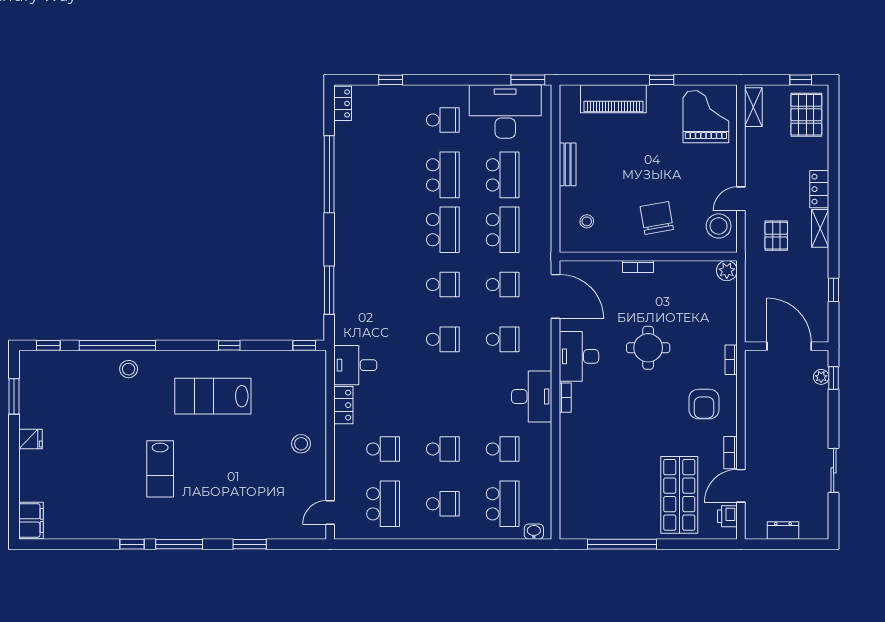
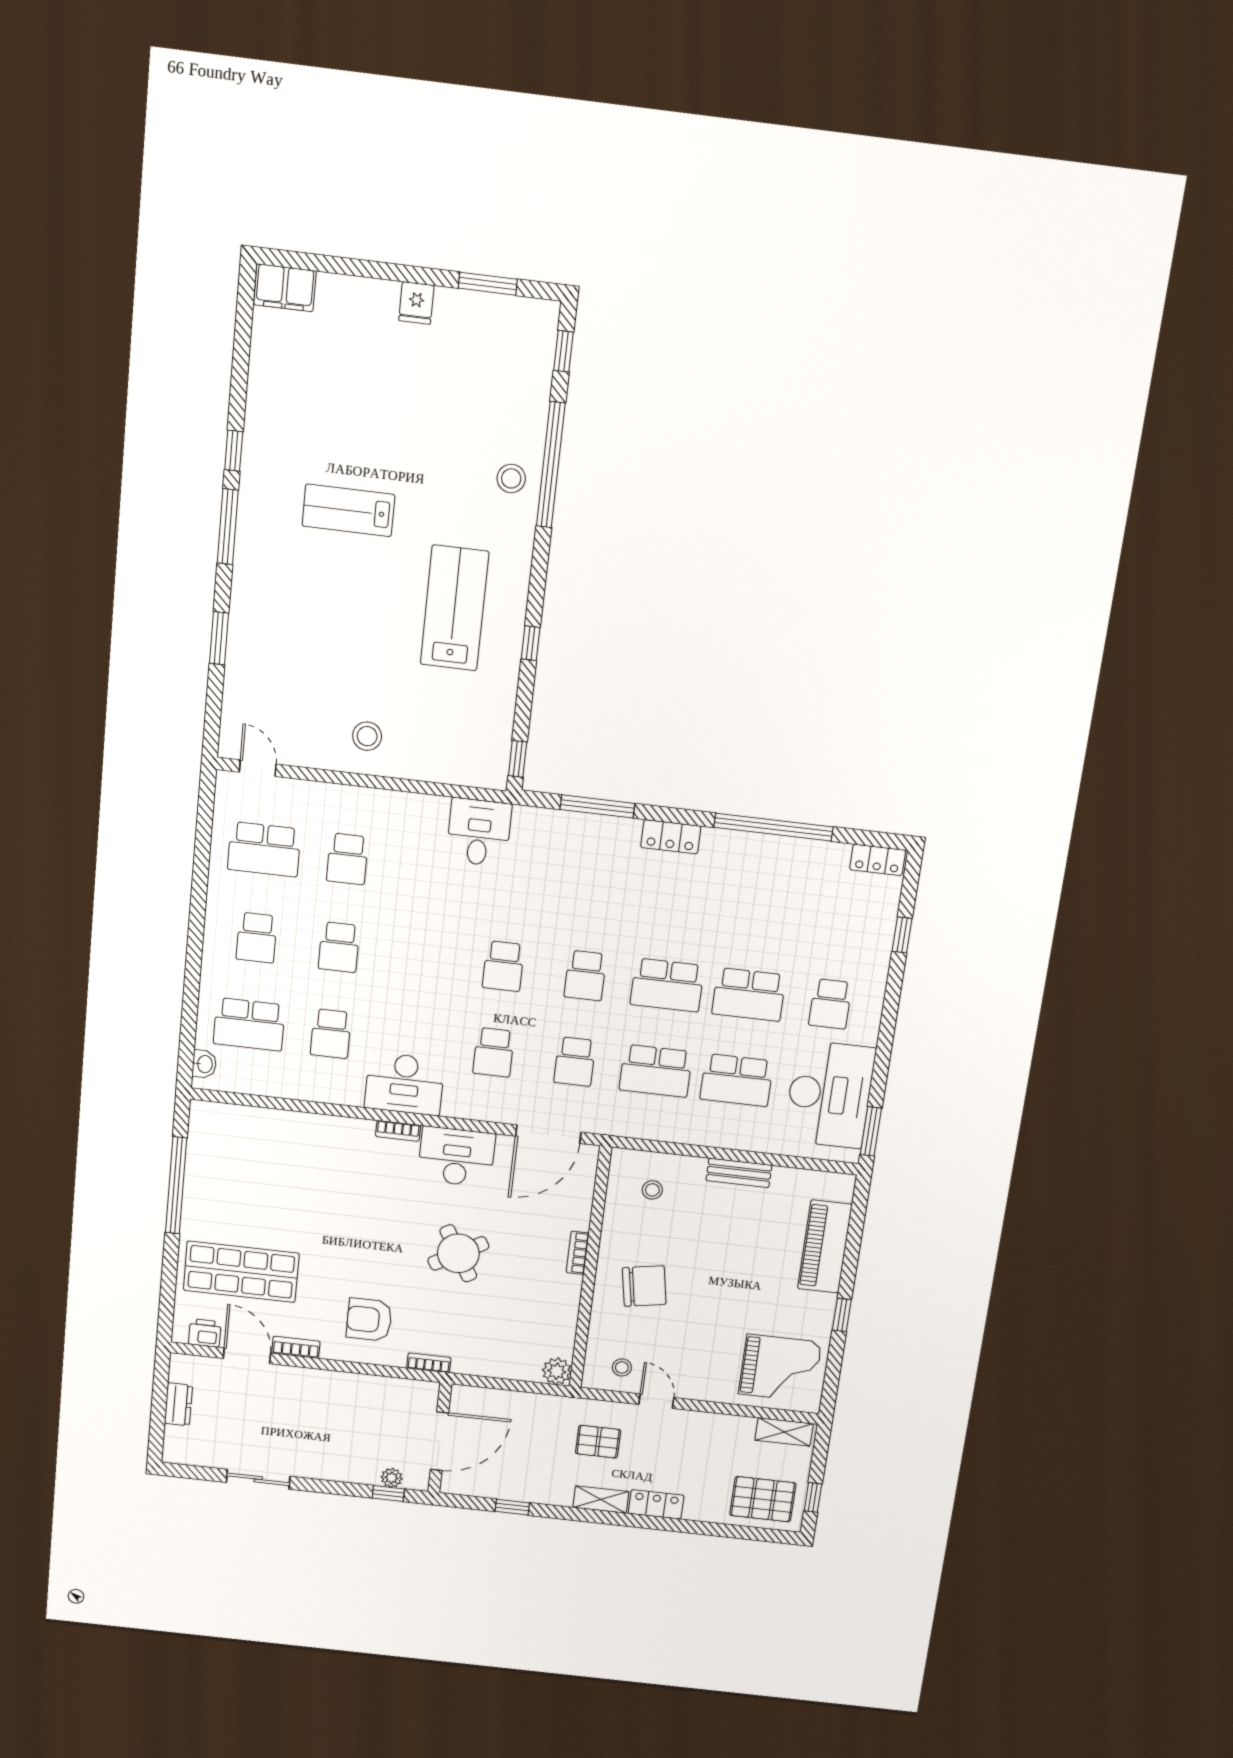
stool: (719, 226) -> (622, 1367), width x0.53, depth x0.53
round table: (648, 348) -> (458, 1253), turned -30
locker: (343, 405) -> (671, 837), moved

